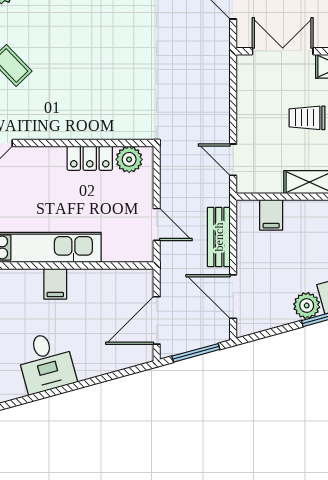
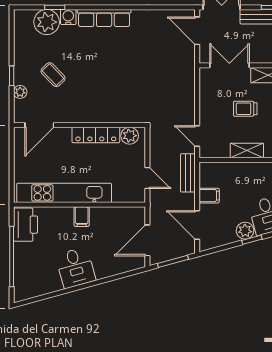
locker: (90, 158) -> (96, 135), width x1.53
filing cabinet: (271, 215) -> (209, 196), moved, turned -90
bench: (219, 237) -> (188, 173), moved

